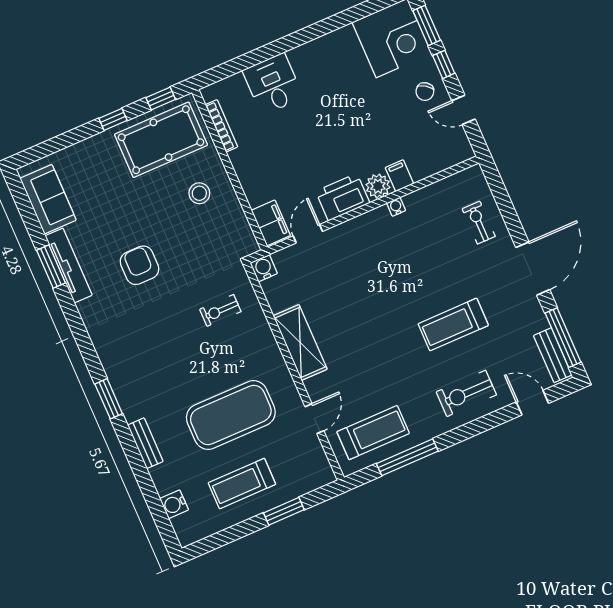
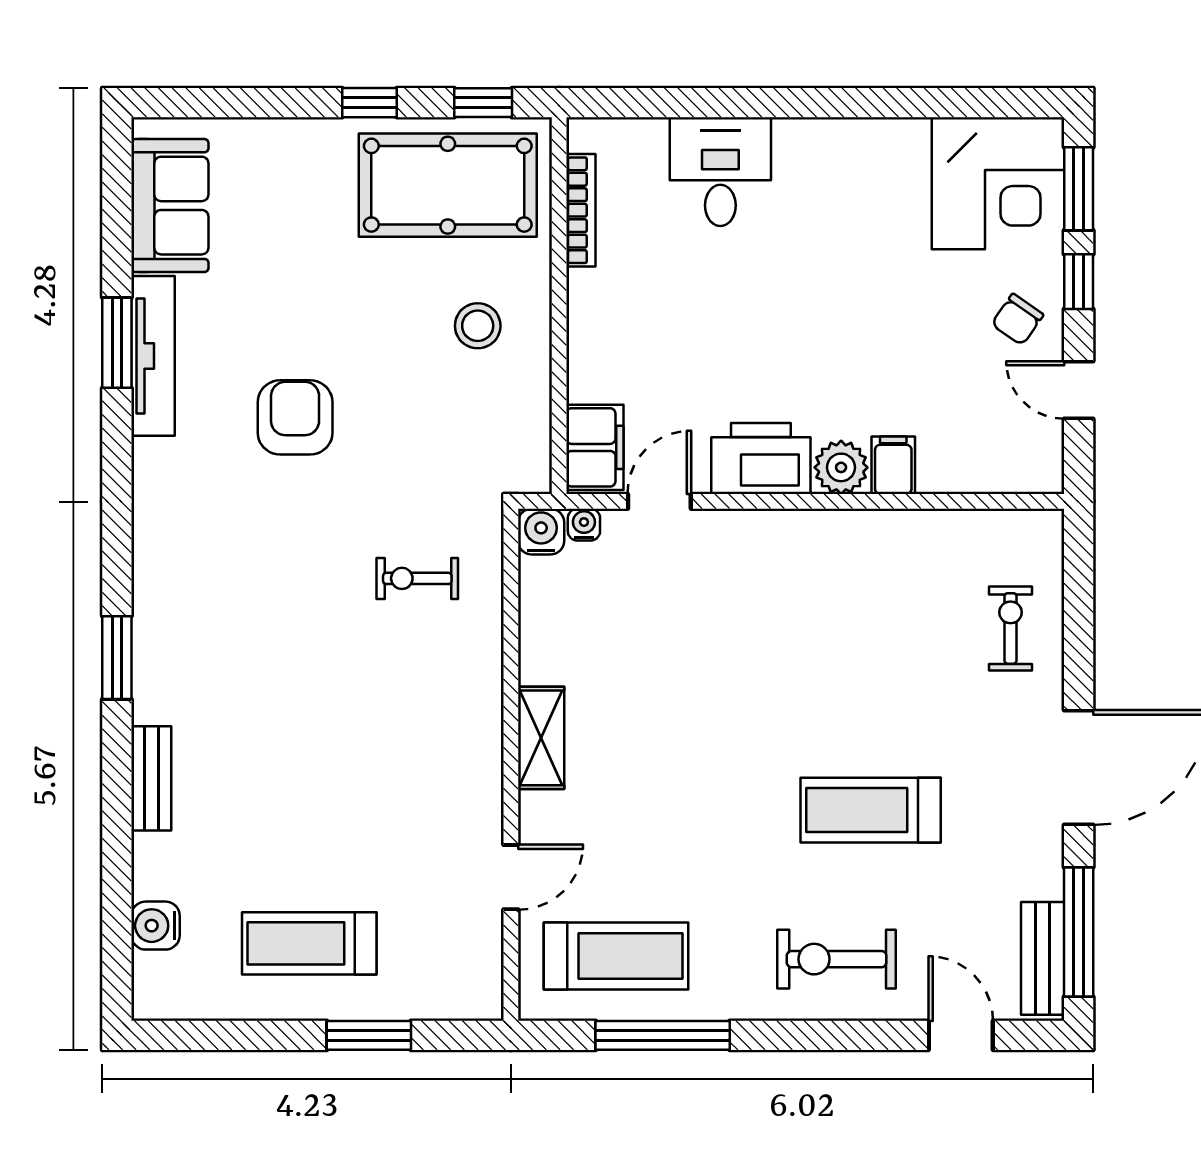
water cooler: (396, 207) -> (584, 525), moved
shelving: (300, 343) -> (541, 738), width x0.67, depth x0.75
exercise mat: (231, 415) -> (347, 797), removed

